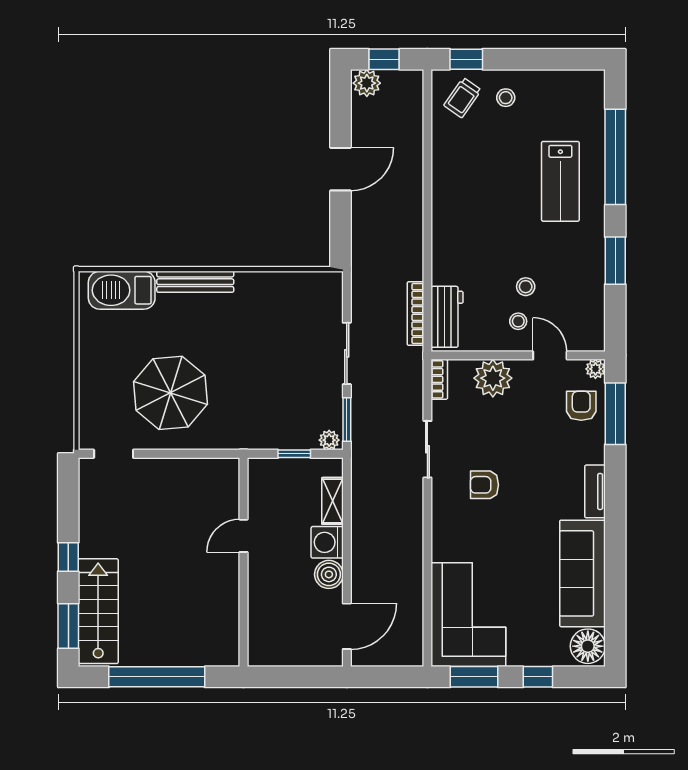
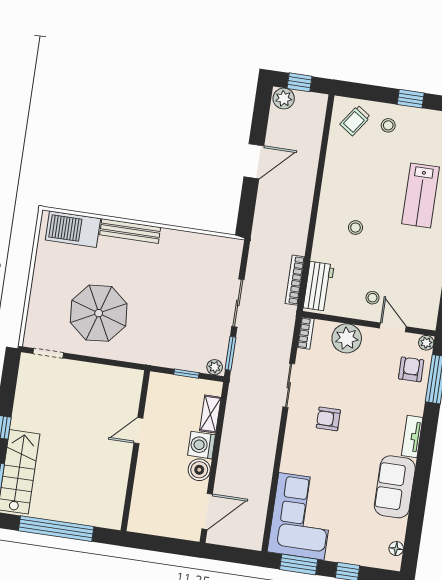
window: (466, 59) -> (411, 99), moved
stool: (526, 287) -> (355, 228), moved
sofa: (582, 573) -> (395, 487), width x0.73
floor lamp: (588, 646) -> (396, 549), width x0.53, depth x0.53

